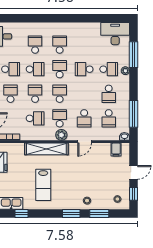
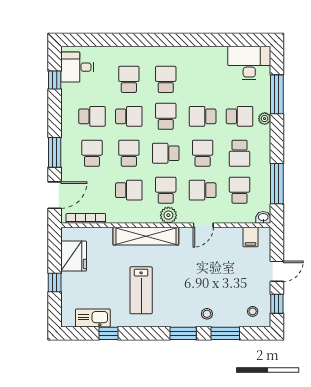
school desk: (60, 94) -> (166, 153), turned -90
school desk: (84, 94) -> (203, 153), added
school desk: (84, 118) -> (203, 190), turned 90
school desk: (109, 118) -> (240, 190), turned 180

